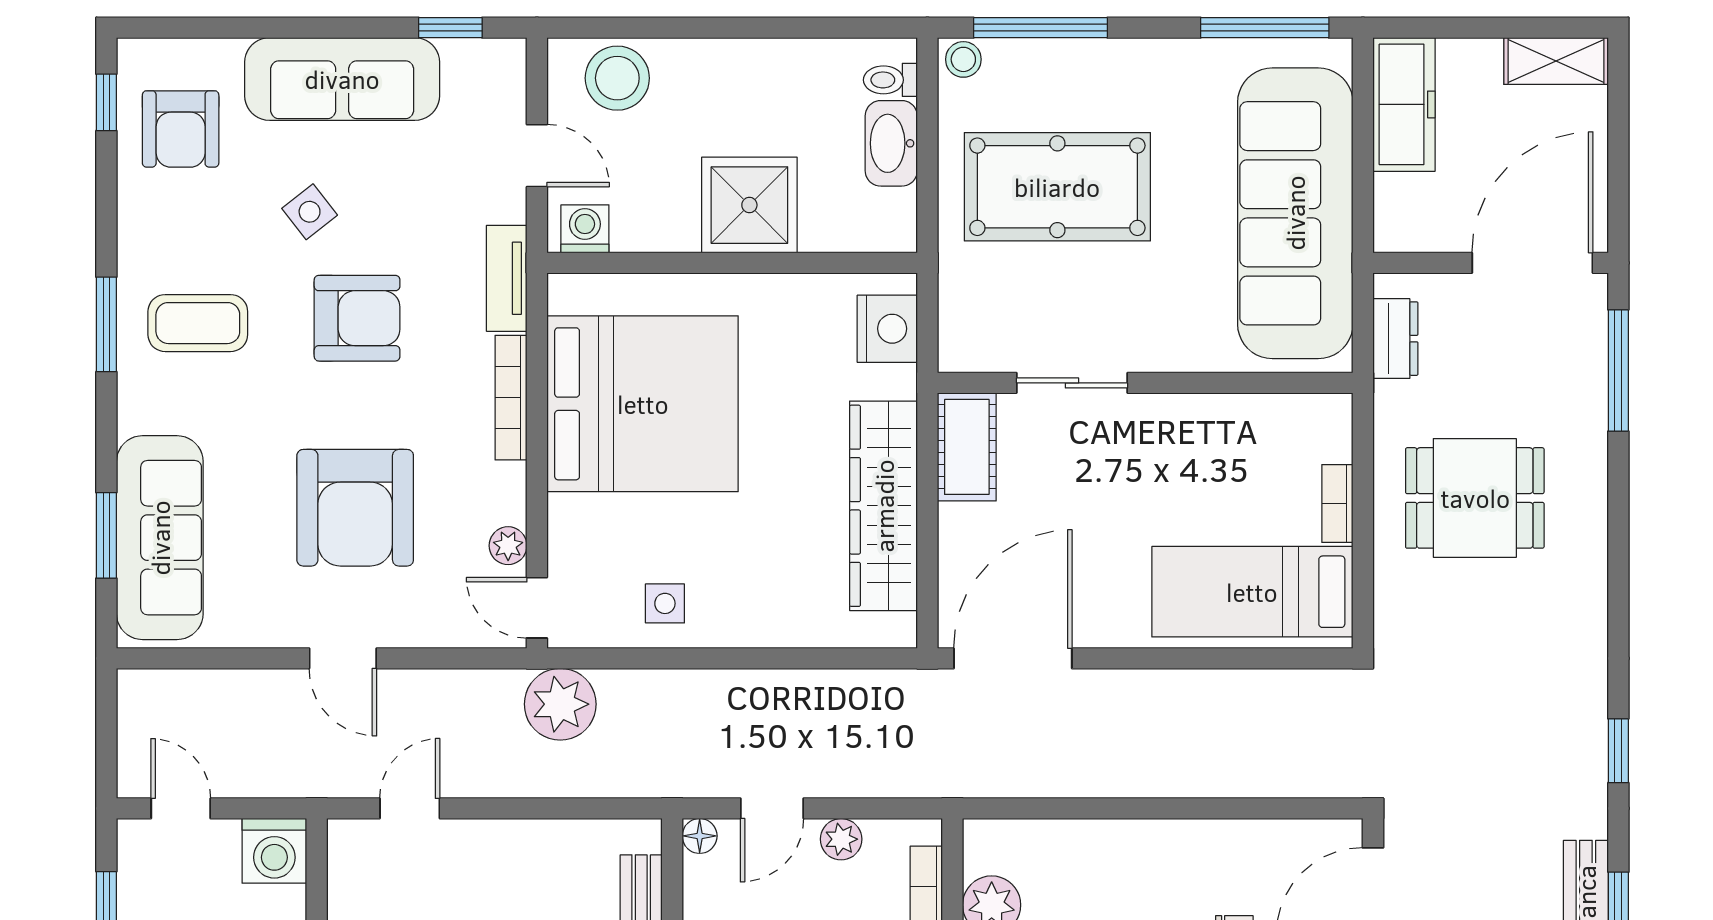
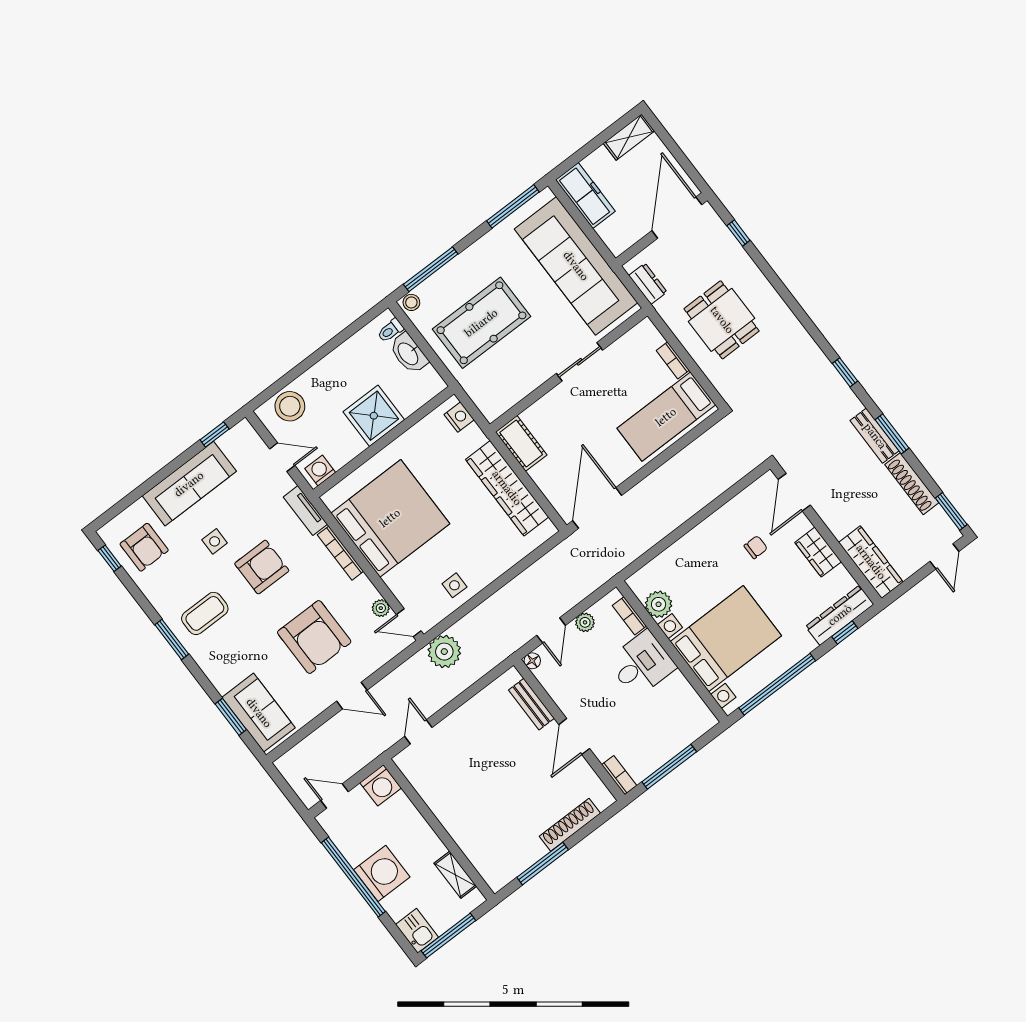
side table: (310, 212) -> (215, 541), turned 38
nightstand: (887, 329) -> (459, 417), width x0.74, depth x0.75
window: (1618, 371) -> (738, 233), width x0.46
sliding door: (1072, 383) -> (579, 362), moved
dining table: (1475, 498) -> (722, 320), turned 90
sofa: (160, 538) -> (259, 713), width x0.73

